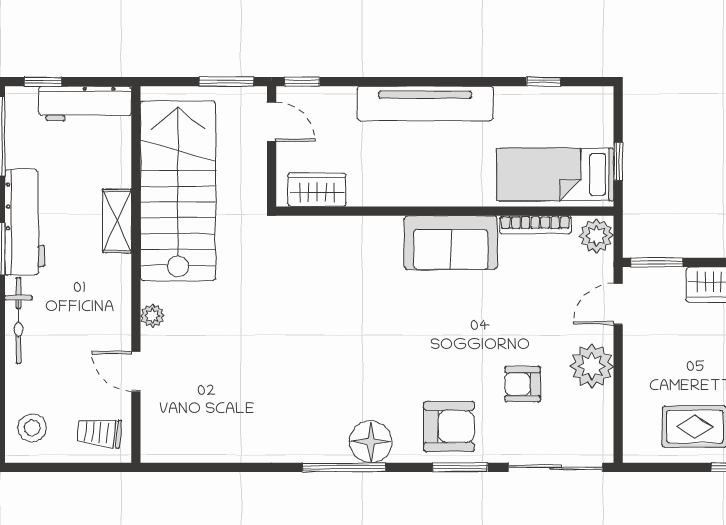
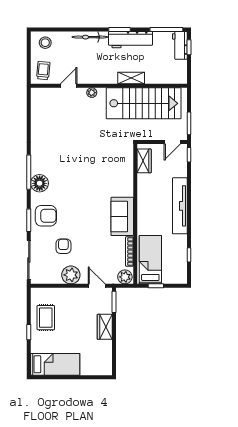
workbench: (85, 104) -> (180, 45), moved, width x0.73
armchair: (449, 426) -> (46, 216), turned -90

